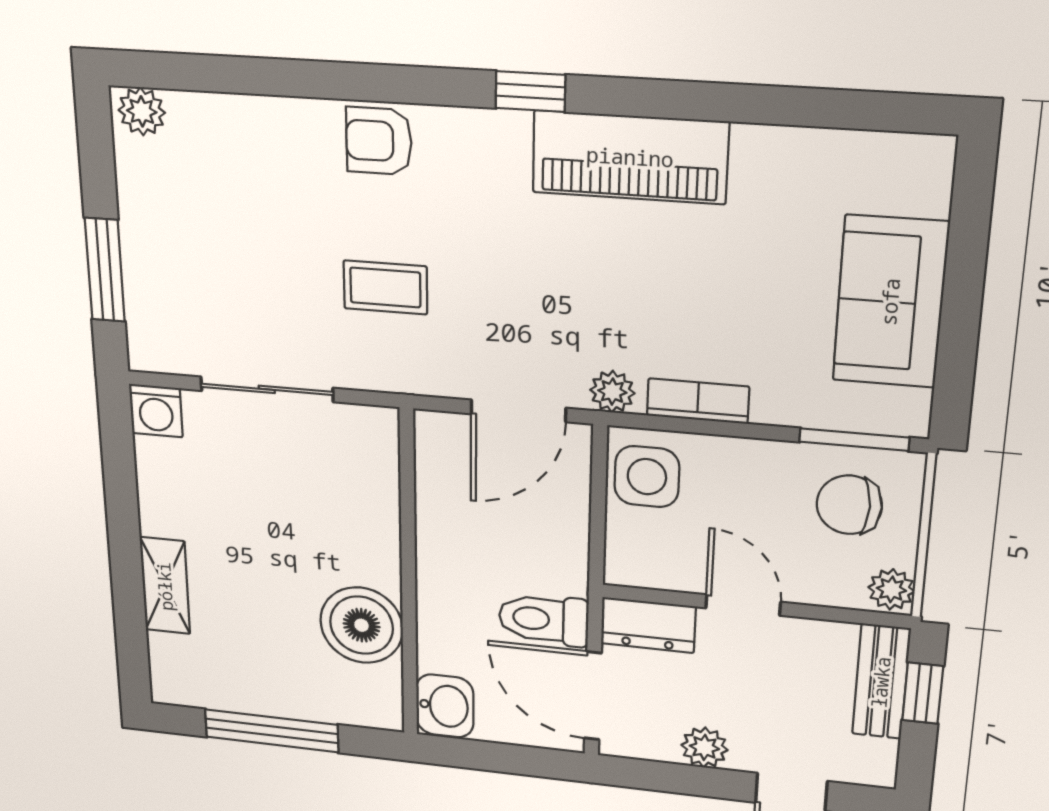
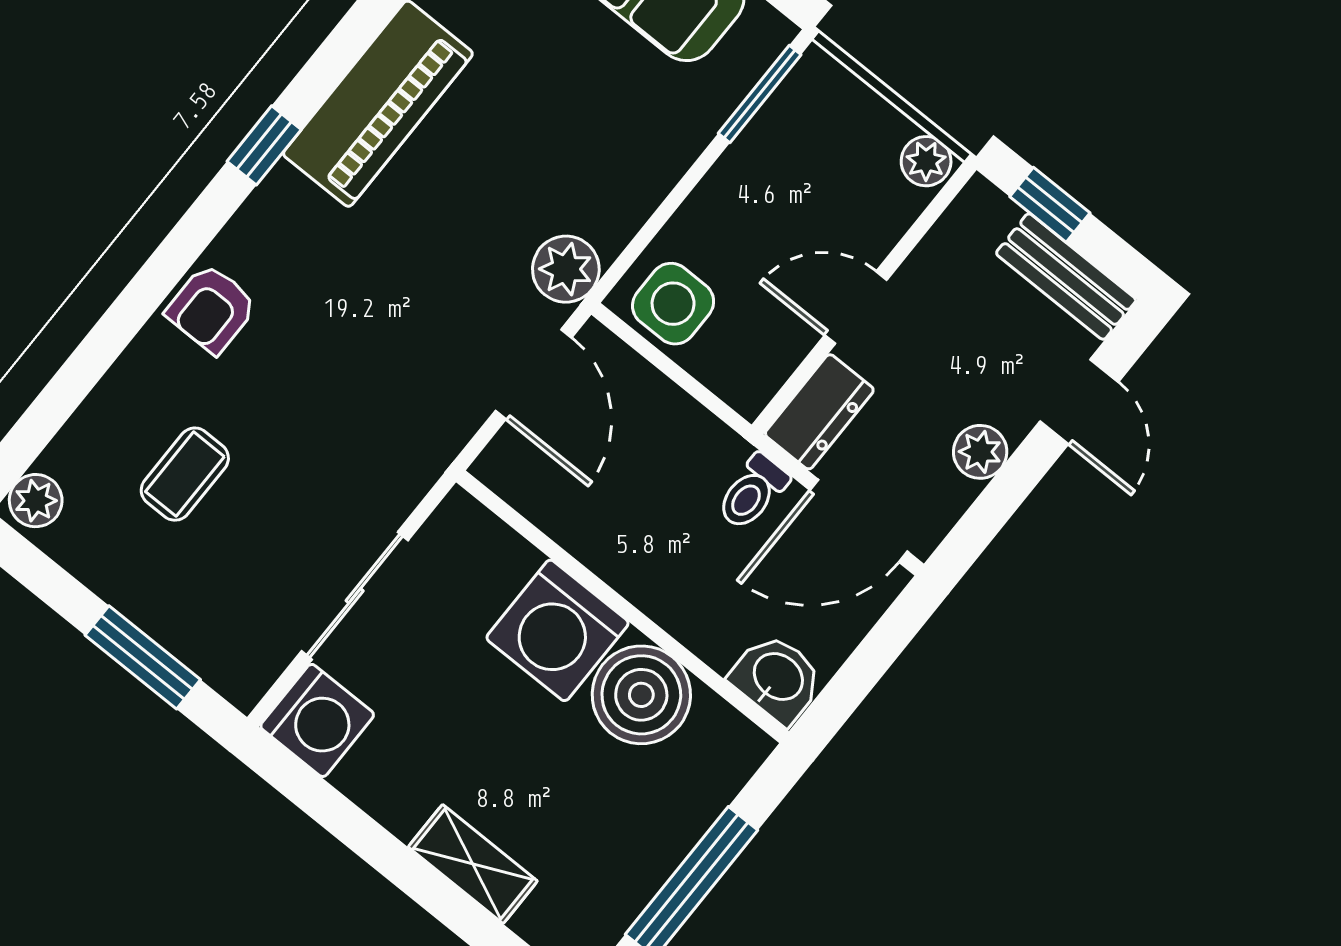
coffee table: (385, 287) -> (185, 474), moved
plant: (612, 392) -> (566, 269), width x1.38, depth x1.38
bookcase: (698, 401) -> (633, 205), removed
washing machine: (156, 411) -> (317, 720), width x1.38, depth x1.38
chair: (849, 505) -> (819, 141), removed
washing machine: (358, 543) -> (557, 630), added
toilet: (544, 619) -> (752, 492), width x0.73, depth x0.72
bench: (881, 682) -> (1066, 277), moved

